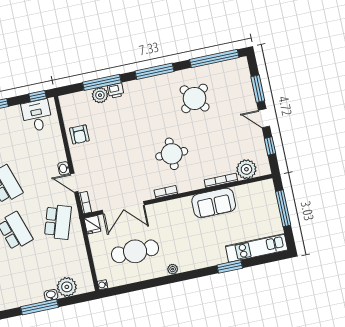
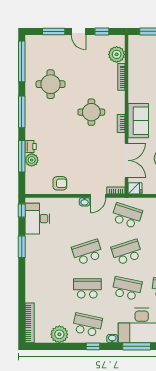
round table: (195, 98) -> (51, 84), turned 38
desk: (37, 116) -> (37, 219), width x1.37
door: (264, 118) -> (79, 31), hinge flipped
sofa: (214, 203) -> (138, 121), moved

